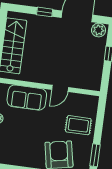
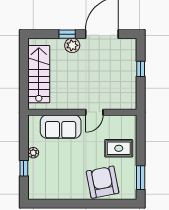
plant: (99, 30) -> (72, 45), moved

